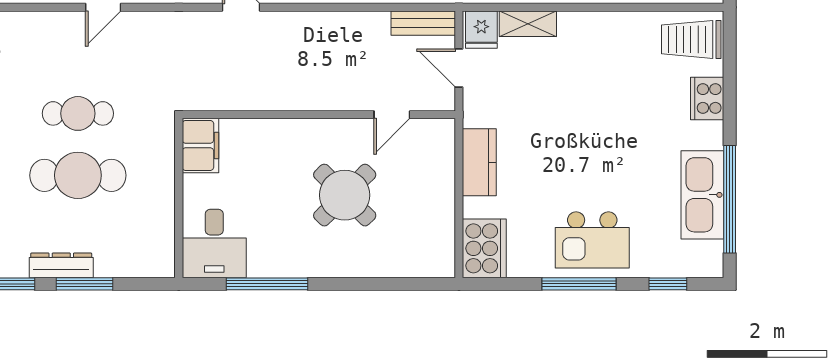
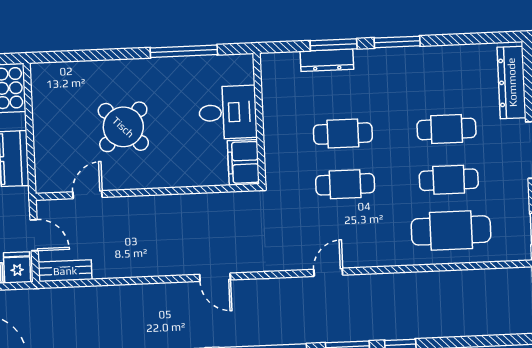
cafe table: (78, 175) -> (343, 134), width x0.73, depth x0.74
desk: (214, 243) -> (228, 112), moved, turned 90
dresser: (61, 265) -> (327, 60), moved

